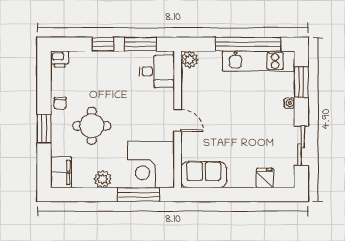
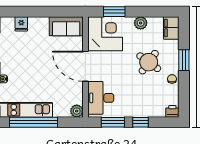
desk: (157, 71) -> (101, 98), width x1.37
door: (178, 120) -> (85, 66), width x1.88
round table: (92, 126) -> (149, 62), turned 36
window: (139, 195) -> (114, 12), width x0.69

